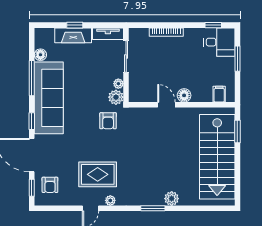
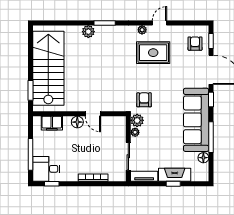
window: (237, 59) -> (30, 154), width x1.44
filing cabinet: (219, 94) -> (52, 123), width x2.00

